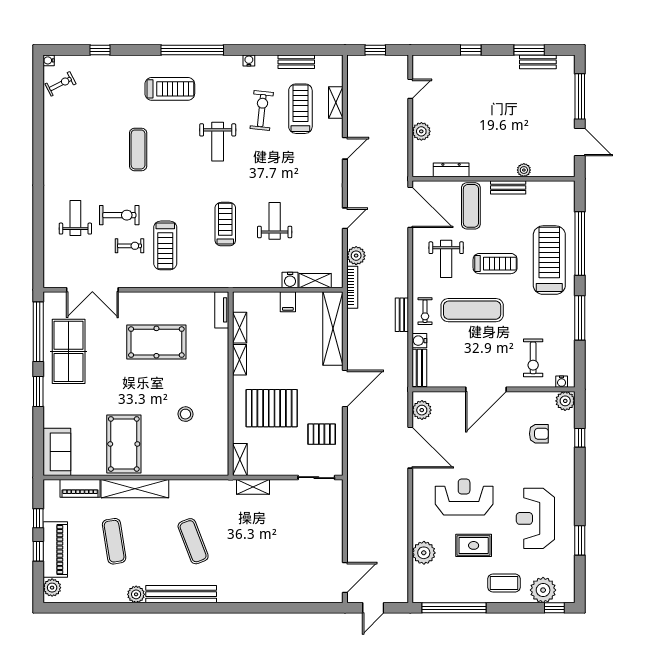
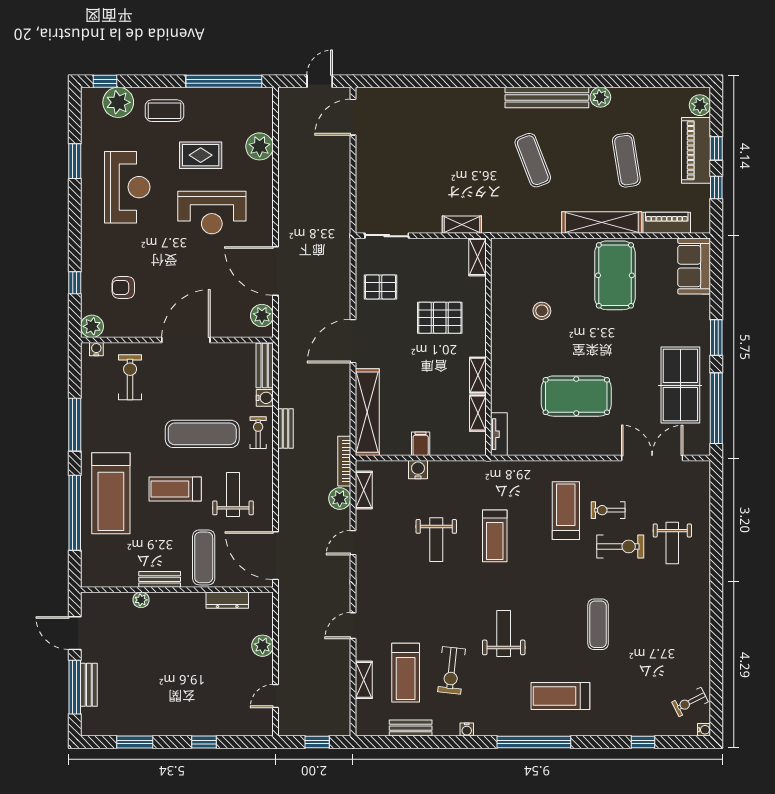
bench: (538, 62) -> (89, 685), moved, turned 90
exercise bike: (119, 215) -> (620, 546), turned 180
shelving: (315, 281) -> (364, 490), moved, turned 90
pallet: (272, 408) -> (440, 318), width x0.73, depth x0.71

